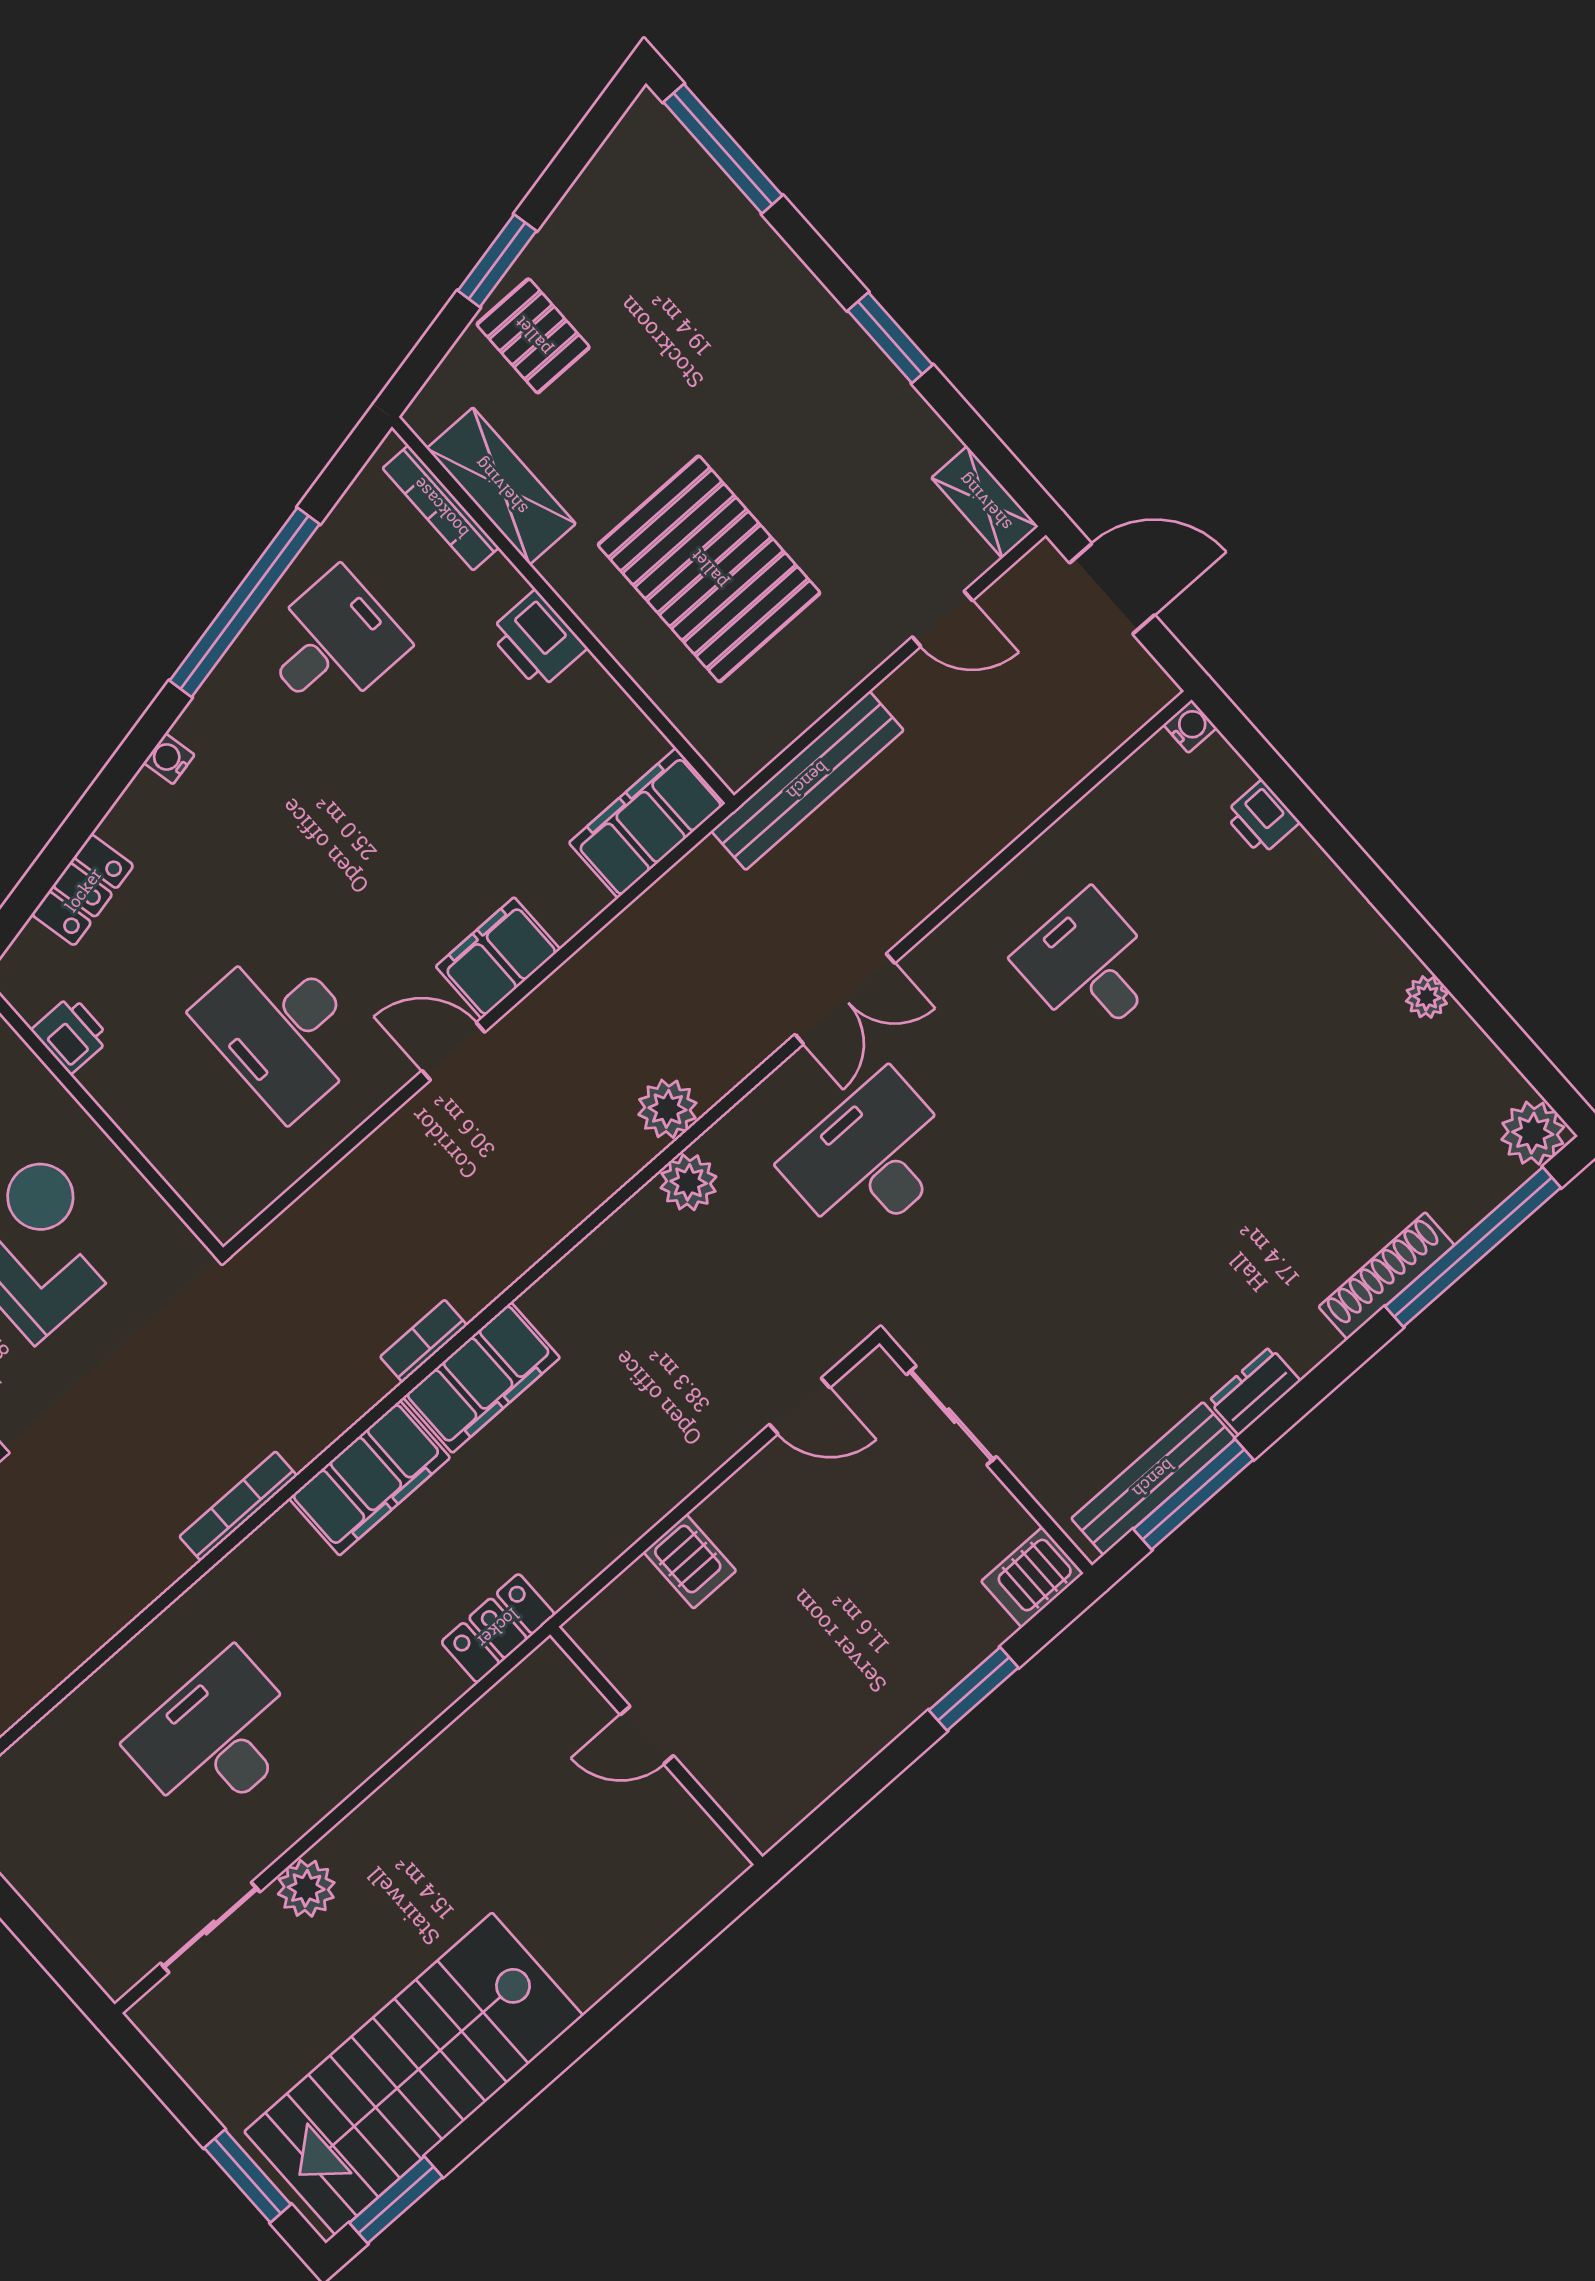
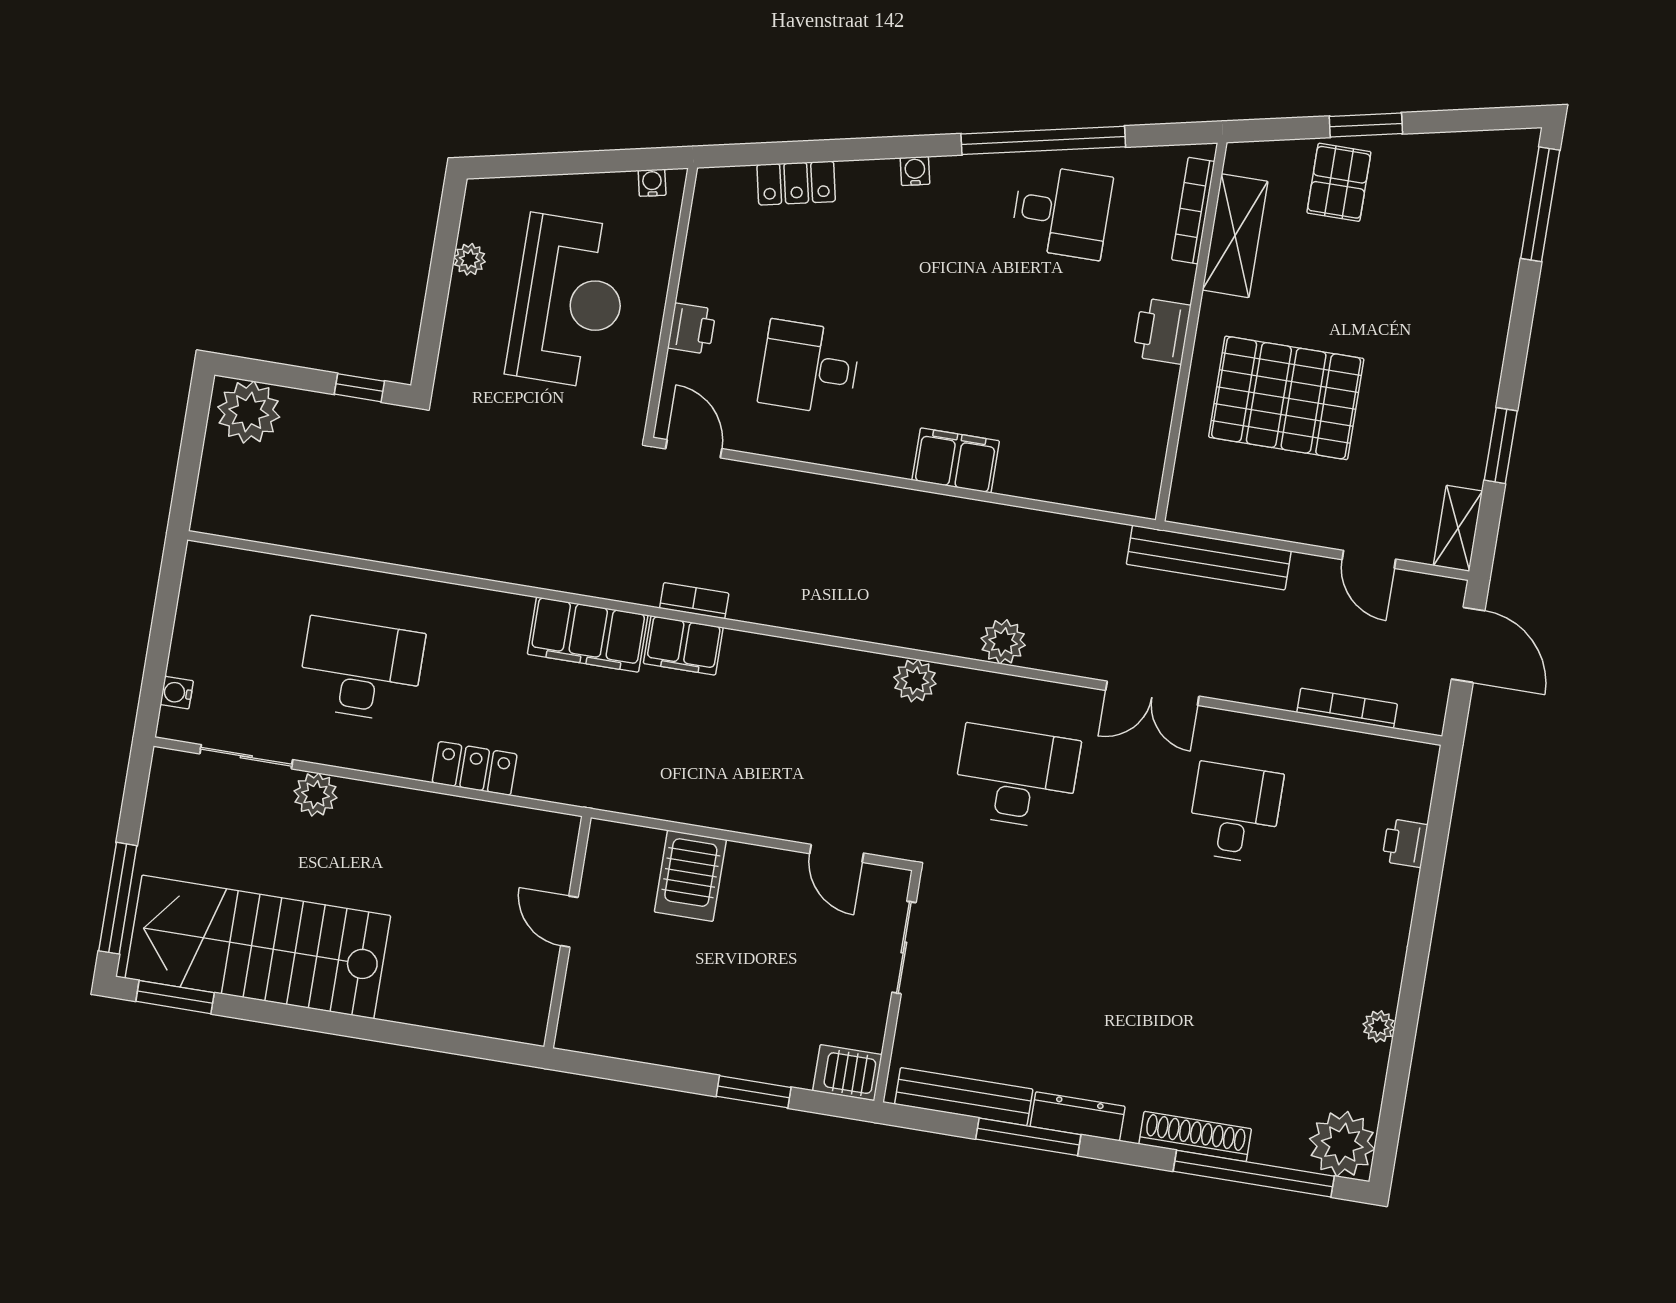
window: (890, 338) -> (1501, 446), moved
pallet: (709, 569) -> (1286, 398), turned 90
water cooler: (1190, 726) -> (177, 693), moved, turned 180
filing cabinet: (647, 823) -> (1107, 483), removed
double door: (845, 999) -> (1152, 693), moved
desk: (282, 1030) -> (809, 368), width x0.73
printer: (71, 1034) -> (692, 329), moved
door: (453, 1051) -> (694, 449), moved
plant: (667, 1109) -> (1003, 642), moved
plant: (1533, 1133) -> (1342, 1144), width x1.36, depth x1.36
filing cabinet: (482, 1377) -> (683, 645), width x0.67, depth x0.86
dresser: (1254, 1391) -> (1078, 1116), width x1.44
window: (1193, 1494) -> (1028, 1137), moved
bookcase: (238, 1506) -> (1347, 708), moved
server rack: (690, 1561) -> (690, 876), width x1.36, depth x1.44
locker: (498, 1628) -> (475, 768), moved
window: (248, 2176) -> (118, 898), width x1.44

